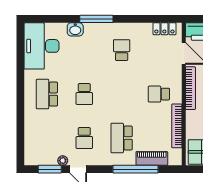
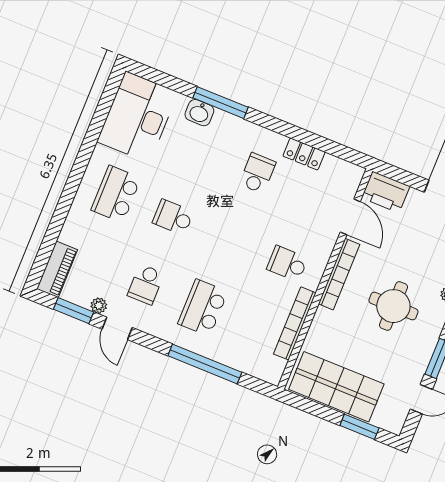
window: (96, 19) -> (220, 103), moved
locker: (164, 29) -> (304, 154), moved
school desk: (84, 94) -> (173, 217), turned 90
piano: (152, 158) -> (57, 269), moved, turned 90

